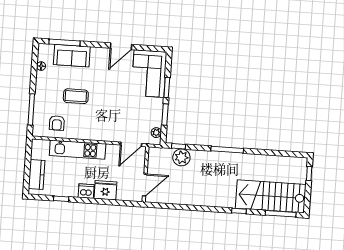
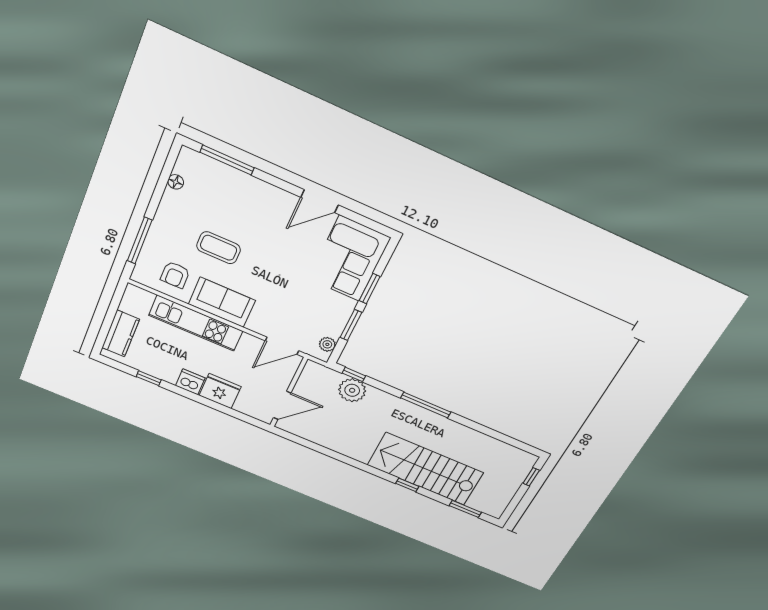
sofa: (72, 56) -> (222, 302), moved, turned 180
stairs: (271, 196) -> (425, 469), moved
window: (281, 214) -> (465, 509), width x0.69

